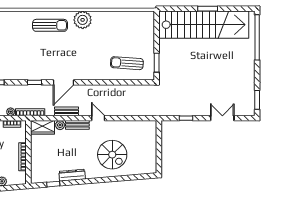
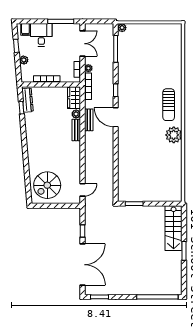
stairs: (204, 25) -> (174, 228), width x0.54, depth x0.66
sun lounger: (127, 63) -> (134, 176), removed
door: (98, 118) -> (83, 190), moved
double door: (222, 118) -> (83, 265), width x1.87
spiral stairs: (112, 155) -> (47, 185), moved
dresser: (72, 175) -> (27, 100), moved

